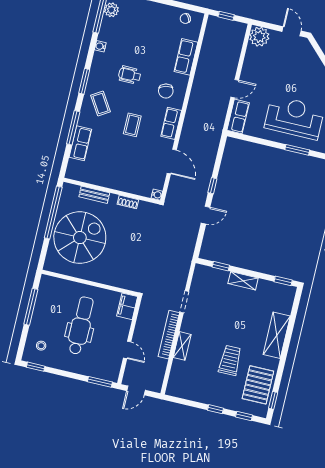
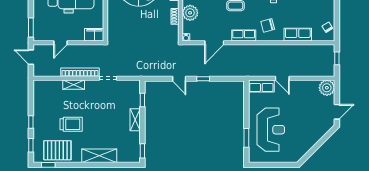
plant: (128, 183) -> (190, 13), added

